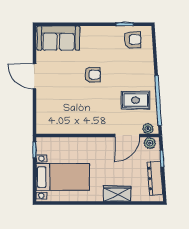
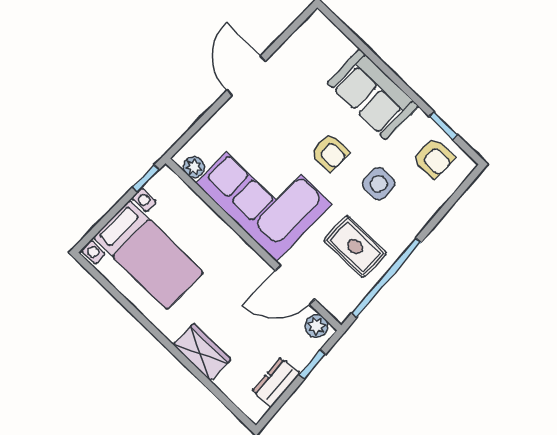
sofa: (58, 38) -> (373, 95), moved
side table: (122, 69) -> (379, 184), added
corner sofa: (83, 113) -> (264, 194), added
plant: (148, 129) -> (194, 167), moved
dresser: (155, 178) -> (276, 382), width x0.70

